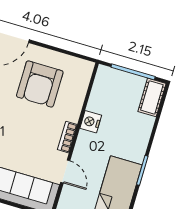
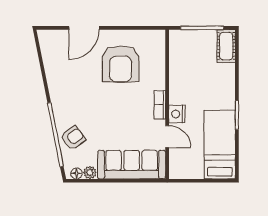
nightstand: (91, 122) -> (177, 114), moved

